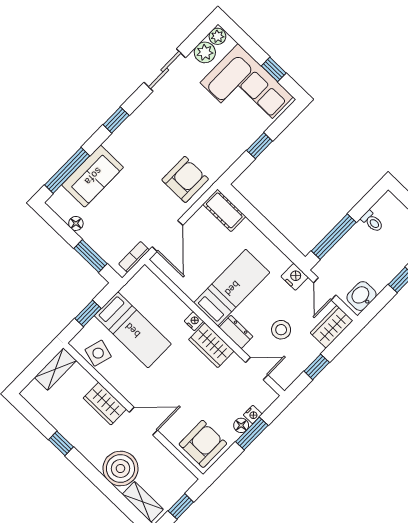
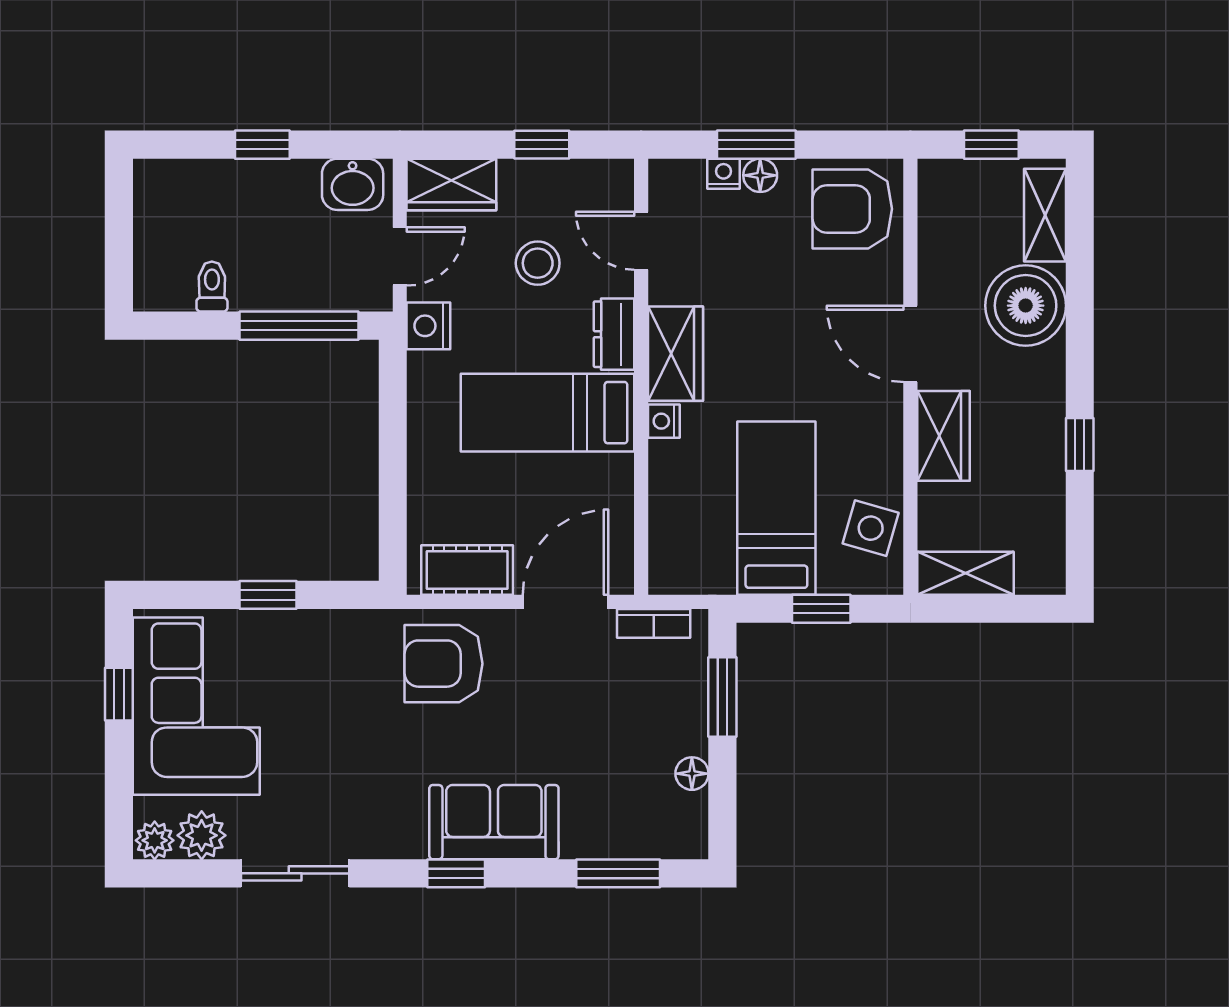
window: (67, 170) -> (618, 873), width x0.69
sofa: (93, 176) -> (494, 822), moved
cot: (224, 210) -> (467, 570), moved, turned 90

